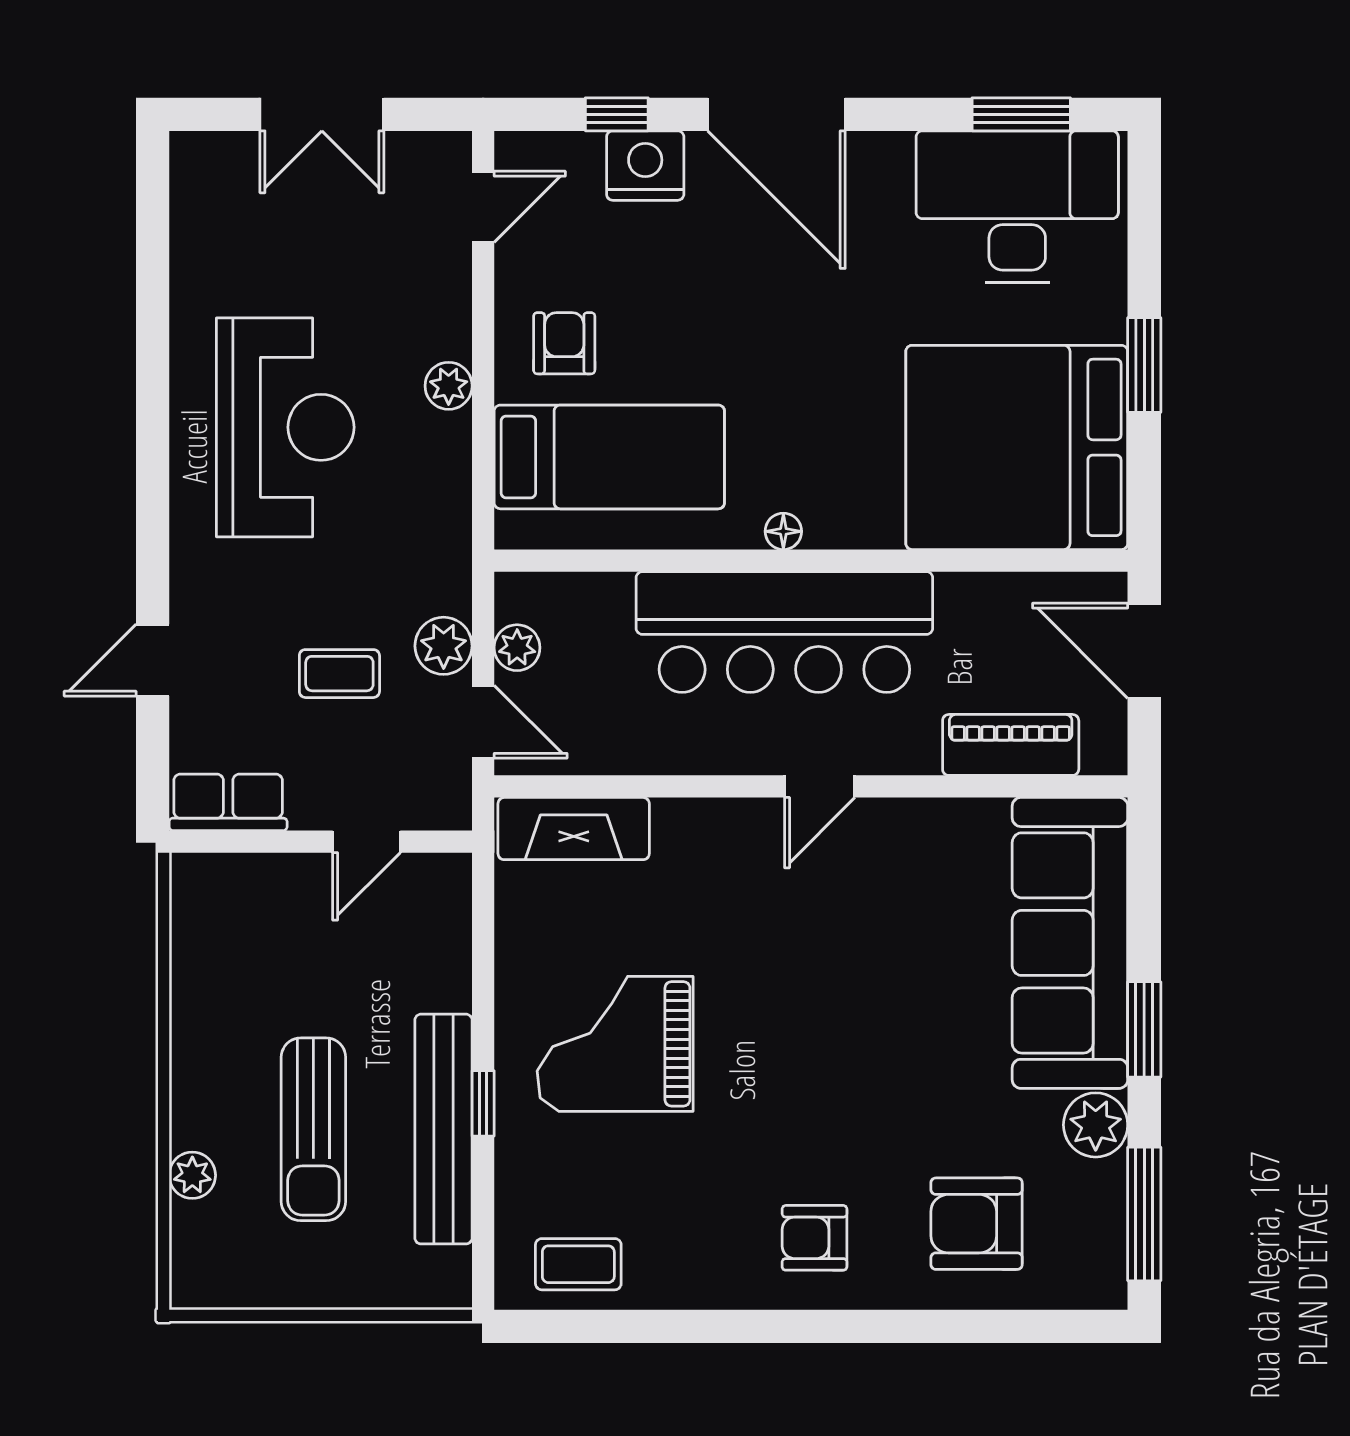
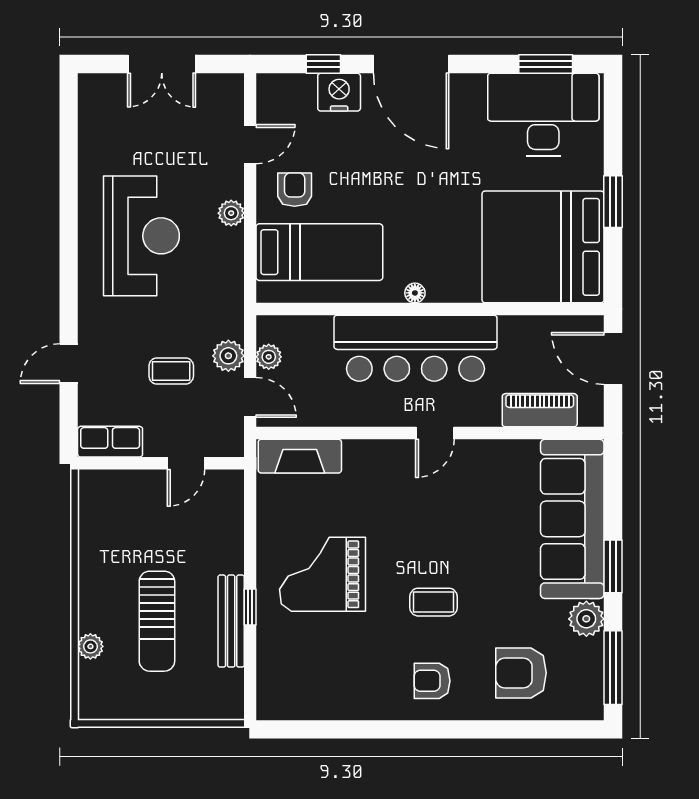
door: (483, 207) -> (250, 144), moved
bench: (443, 1129) -> (231, 621), width x0.73, depth x0.82
coffee table: (578, 1264) -> (434, 602), moved

